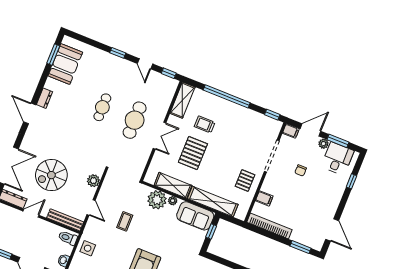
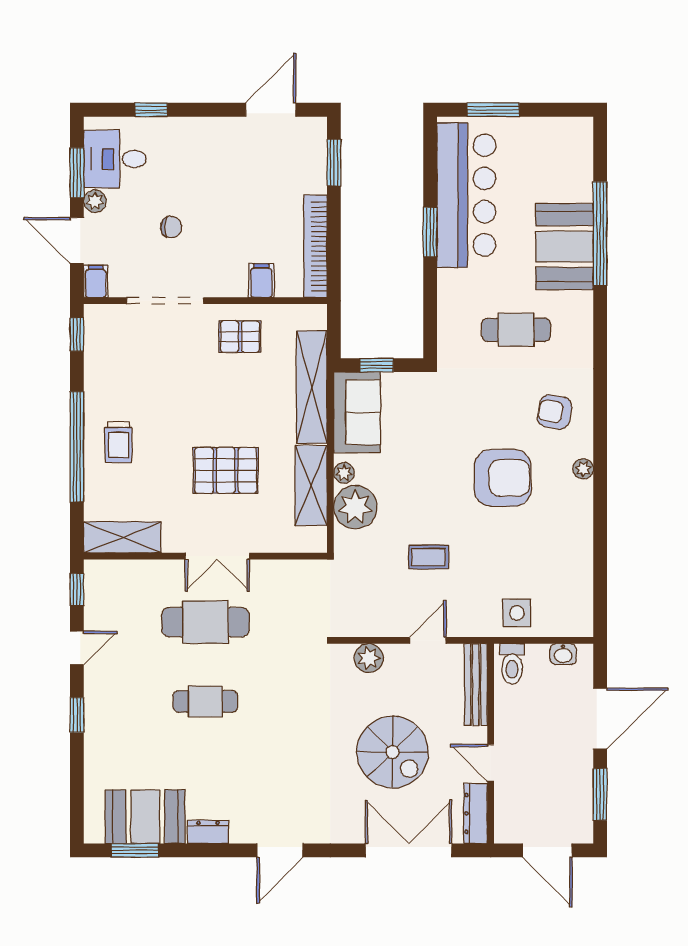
dresser: (44, 98) -> (208, 832), moved
trolley: (205, 125) -> (118, 442), moved
double door: (159, 136) -> (217, 556), swing flipped

